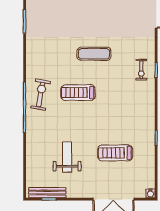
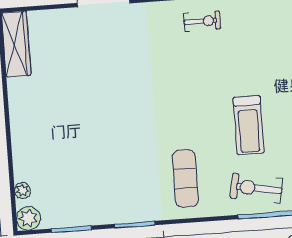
exercise mat: (94, 54) -> (185, 179), moved

